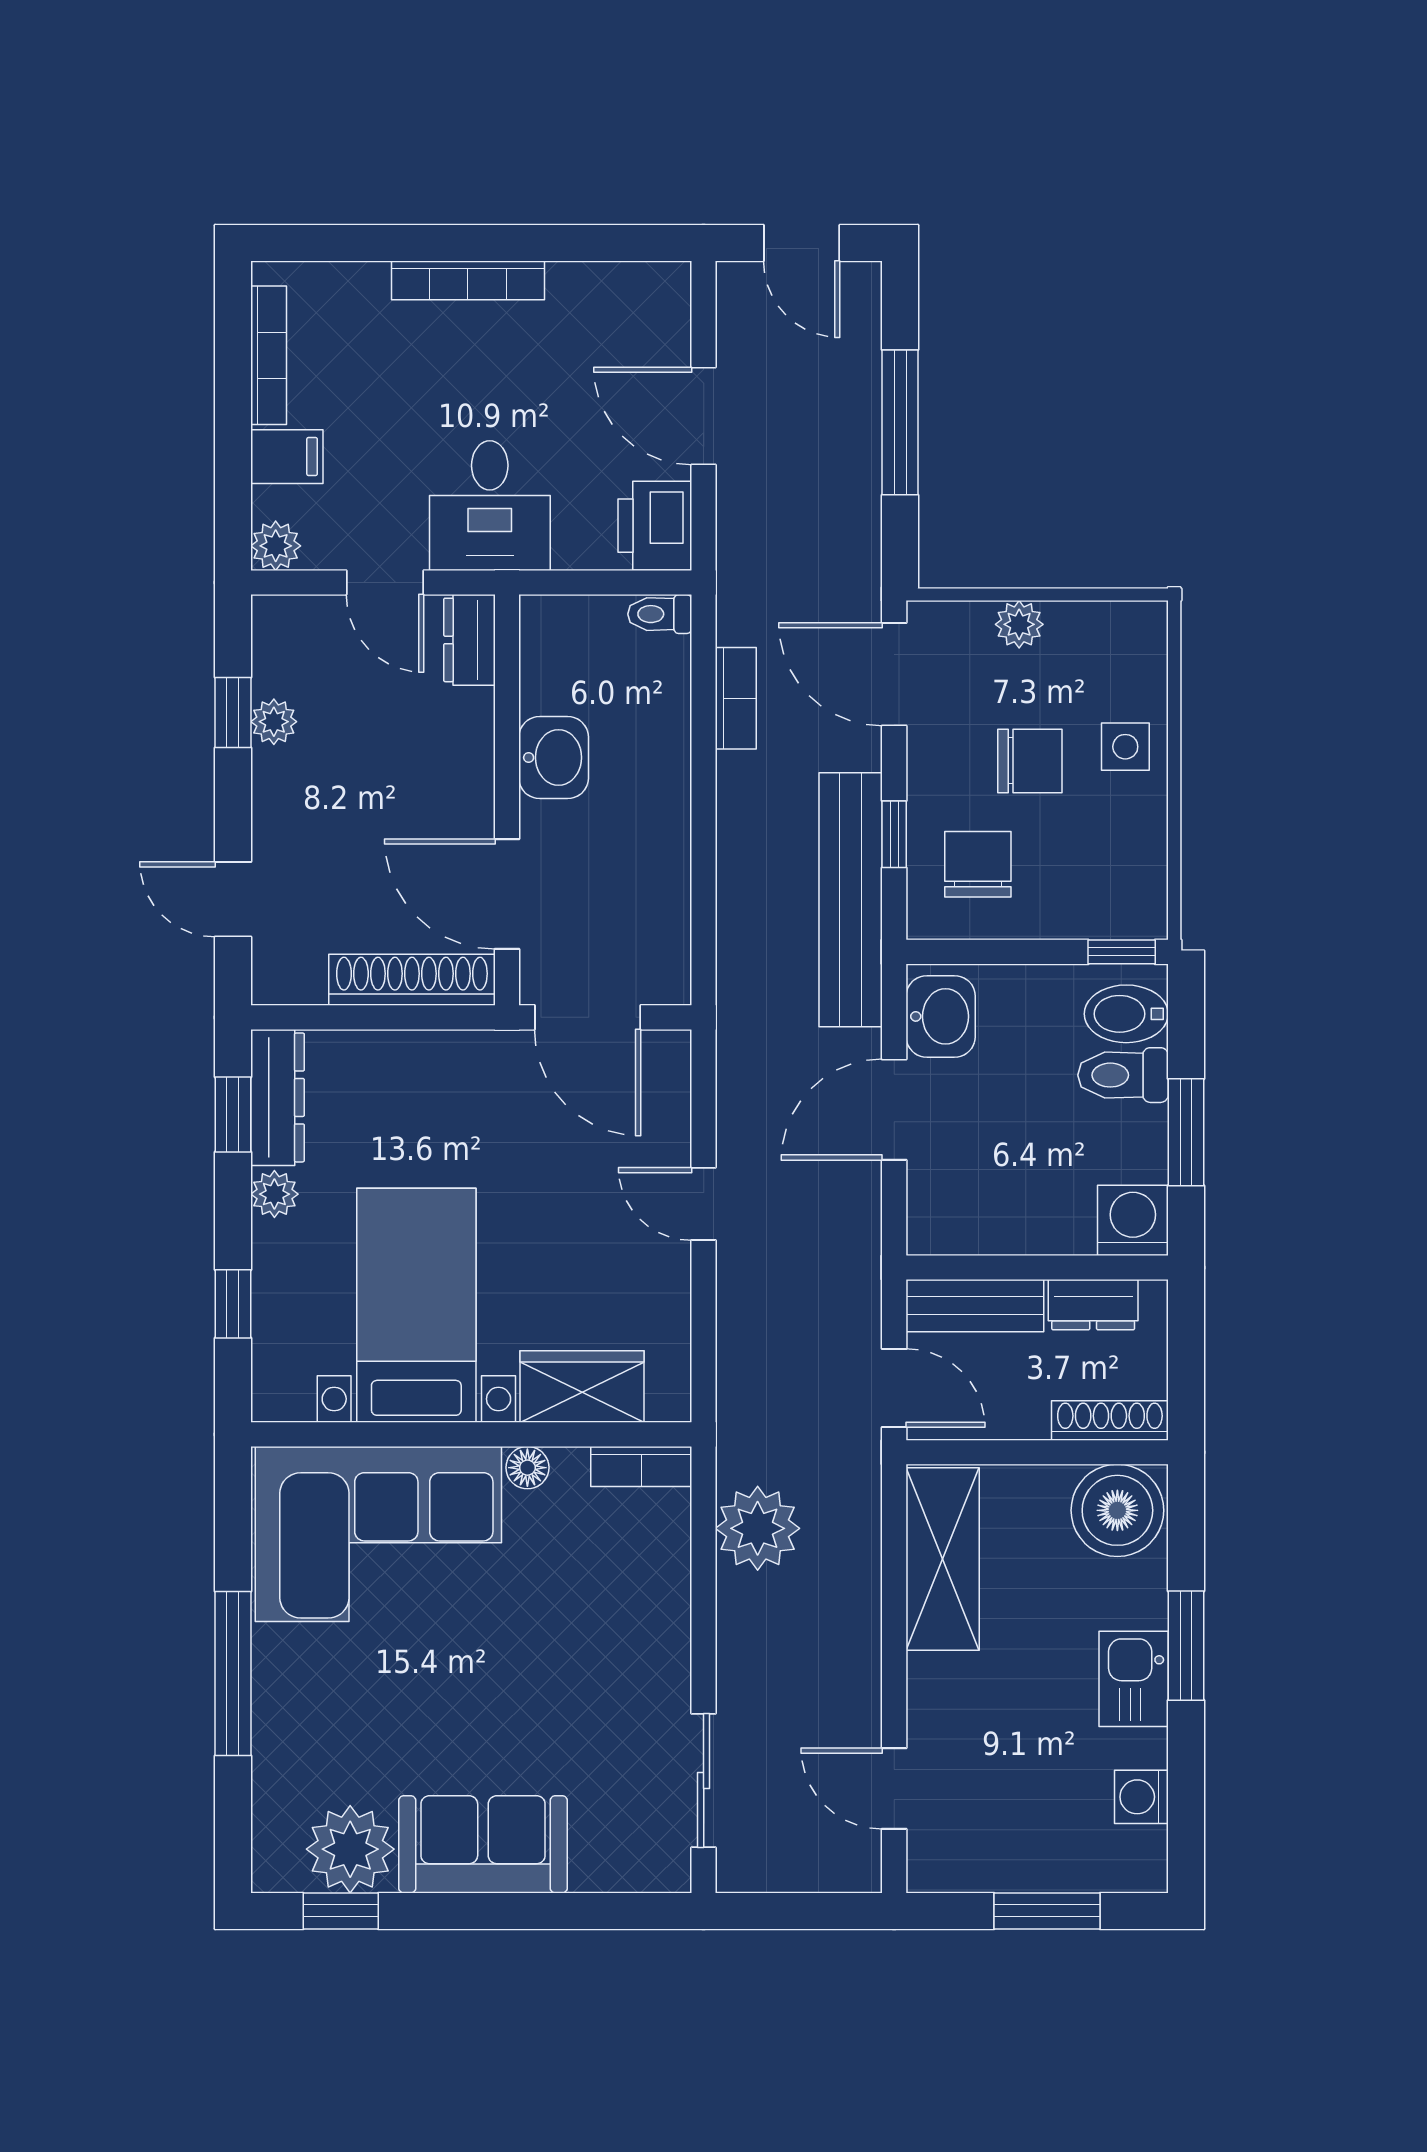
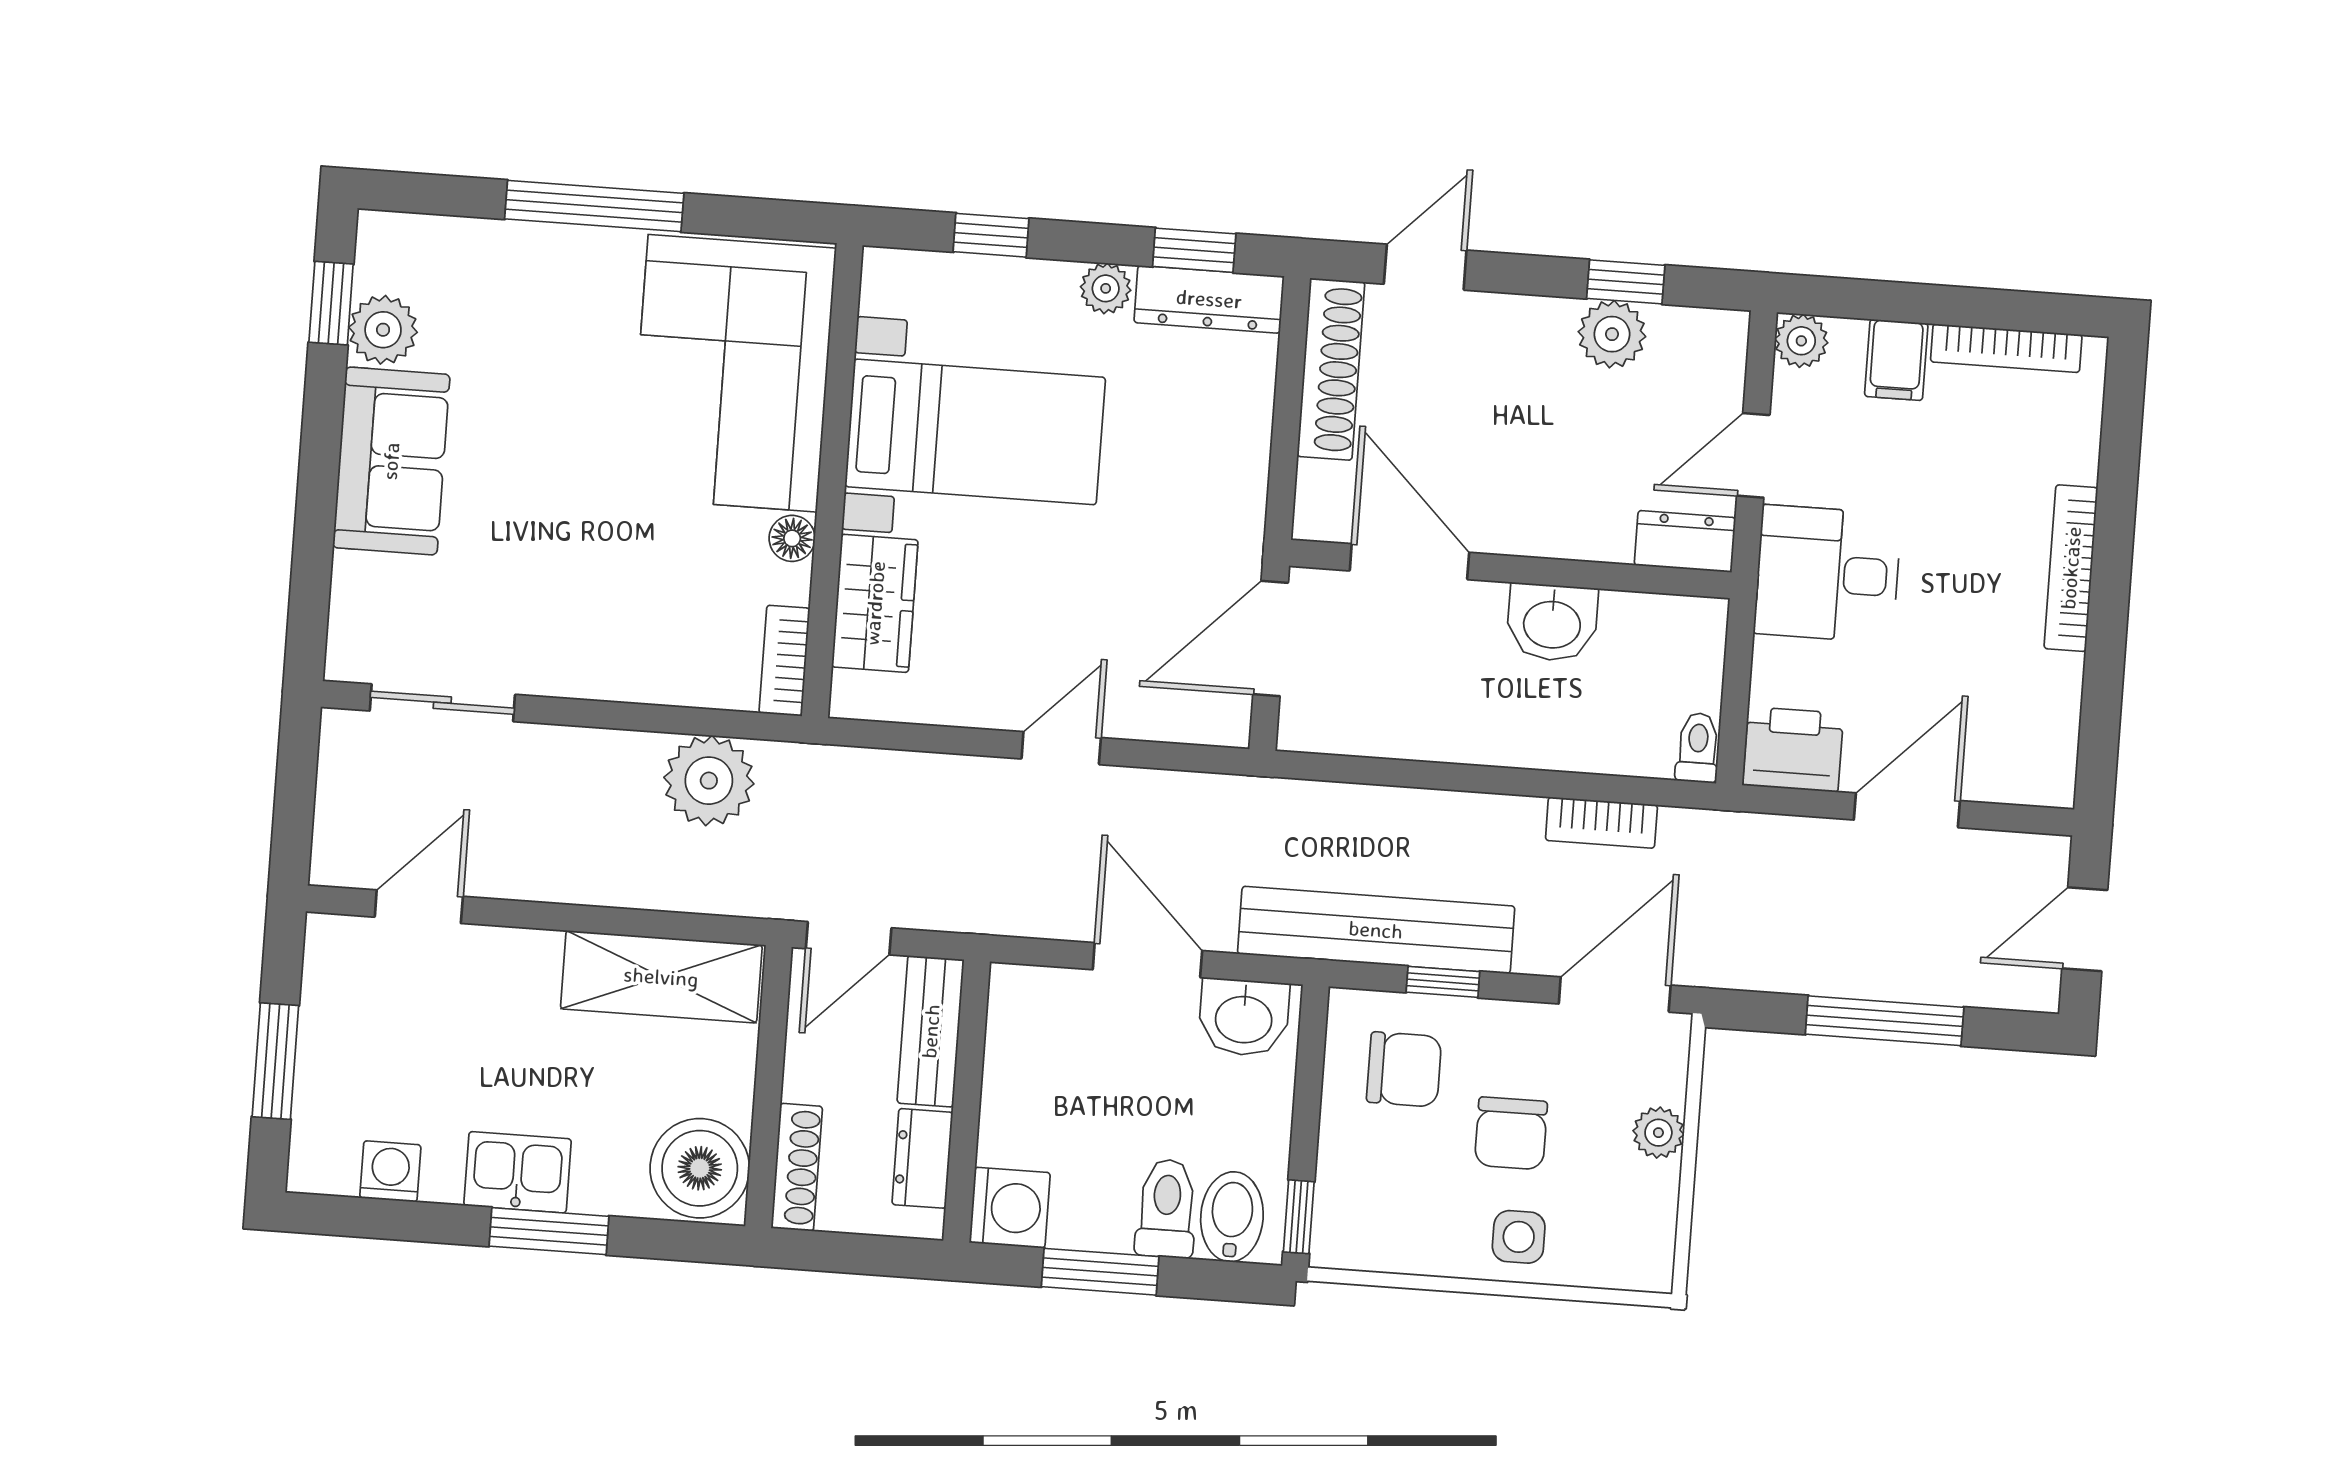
plant: (274, 722) -> (1612, 334), width x1.38, depth x1.38
door: (507, 894) -> (1409, 562), hinge flipped
shoe rack: (412, 980) -> (1331, 369), moved
plant: (350, 1849) -> (383, 330), width x0.73, depth x0.73

